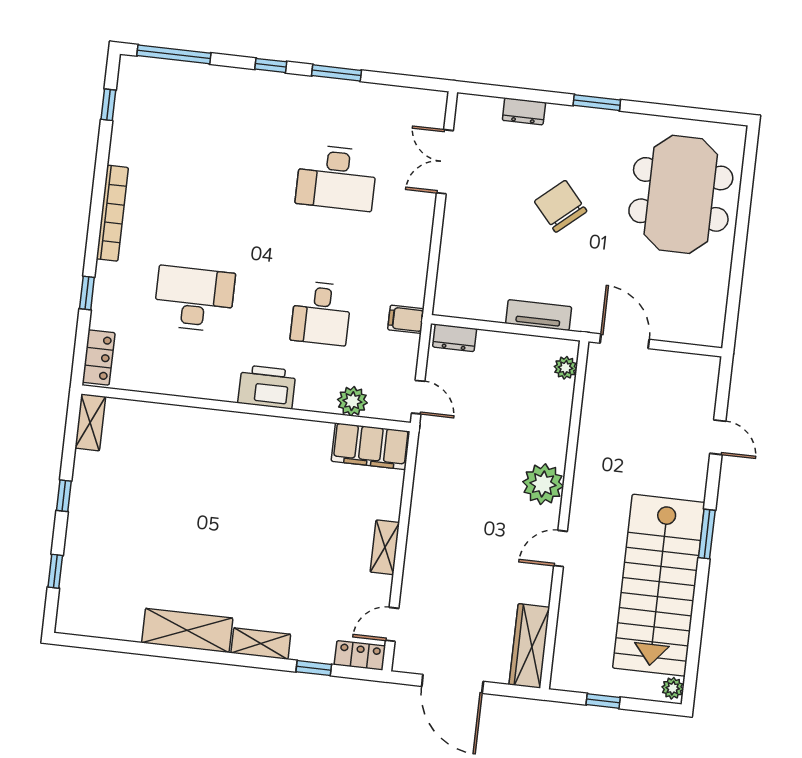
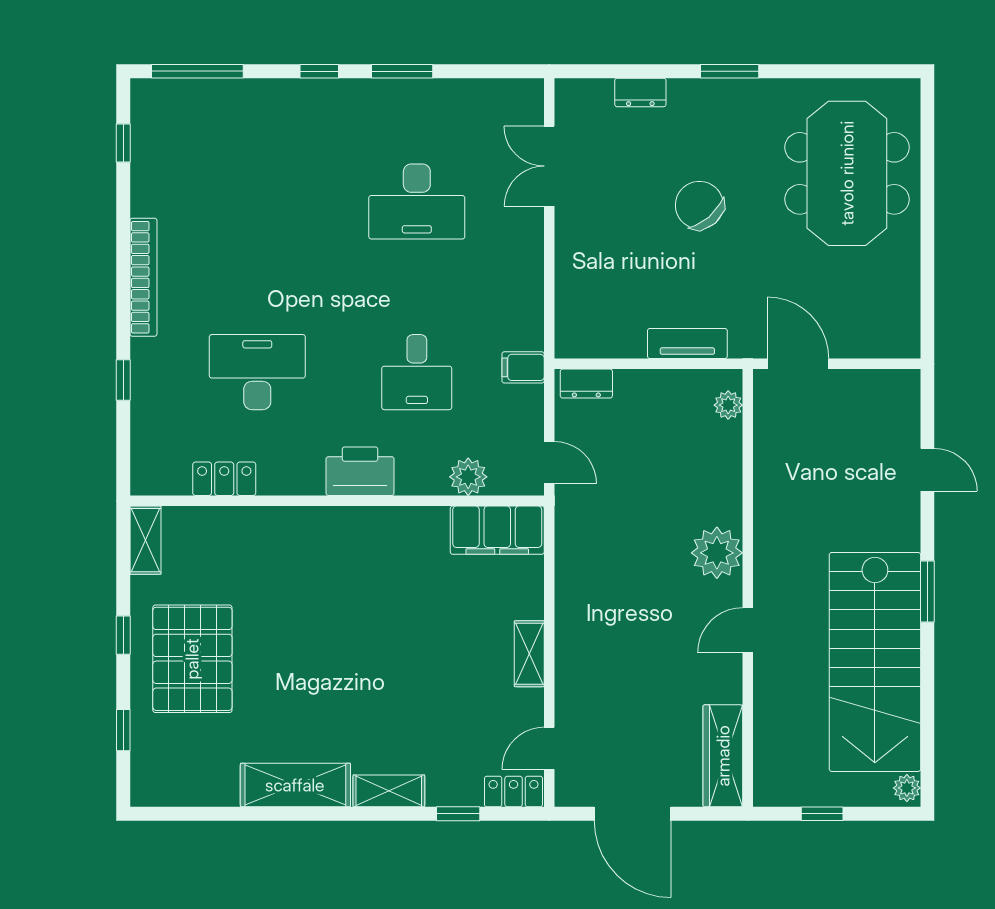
locker: (99, 357) -> (224, 479), moved, turned -90
pallet: (117, 521) -> (192, 659), added

